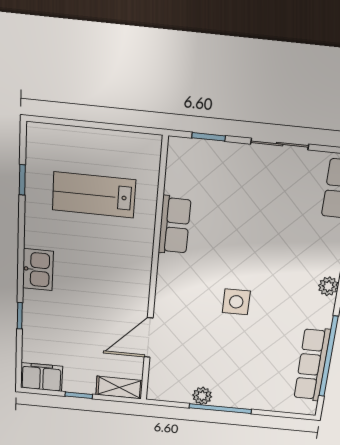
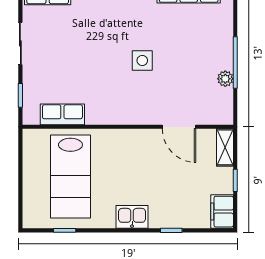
lab bench: (94, 195) -> (70, 176), width x1.36, depth x1.39
row of seats: (174, 225) -> (62, 114), moved

